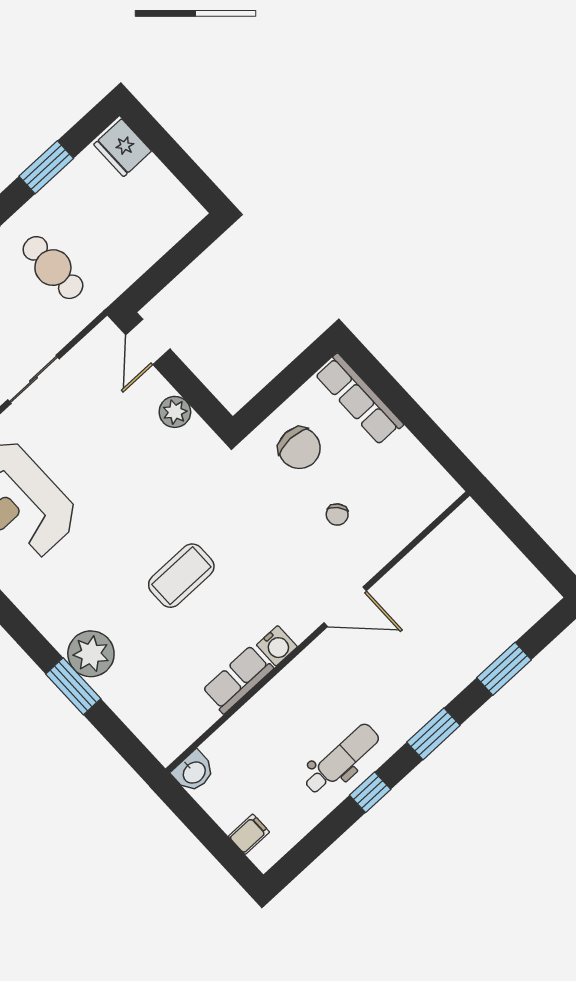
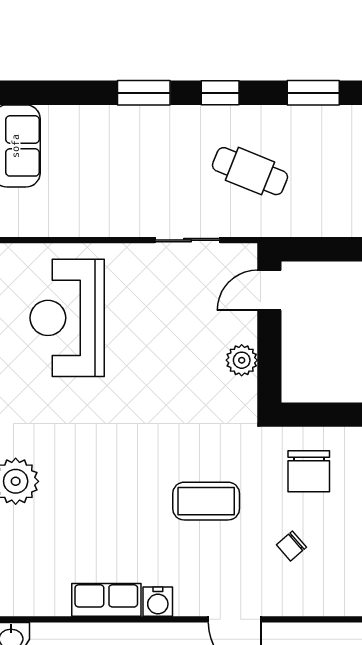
cafe table: (53, 268) -> (250, 171), turned -68
sliding door: (33, 379) -> (188, 240), moved
coffee table: (181, 576) -> (206, 501), moved

